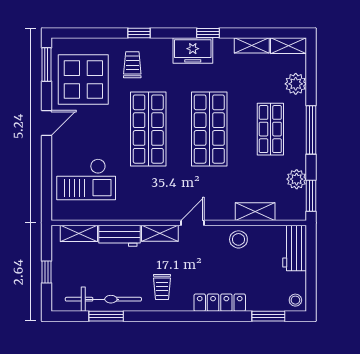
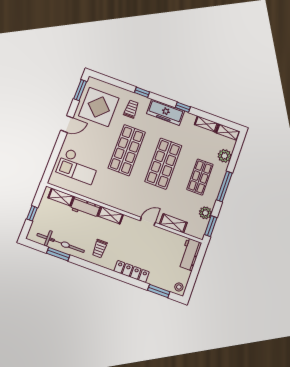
freezer: (193, 50) -> (166, 112), width x1.40
door: (193, 223) -> (148, 222), moved
stool: (238, 239) -> (157, 237), removed

